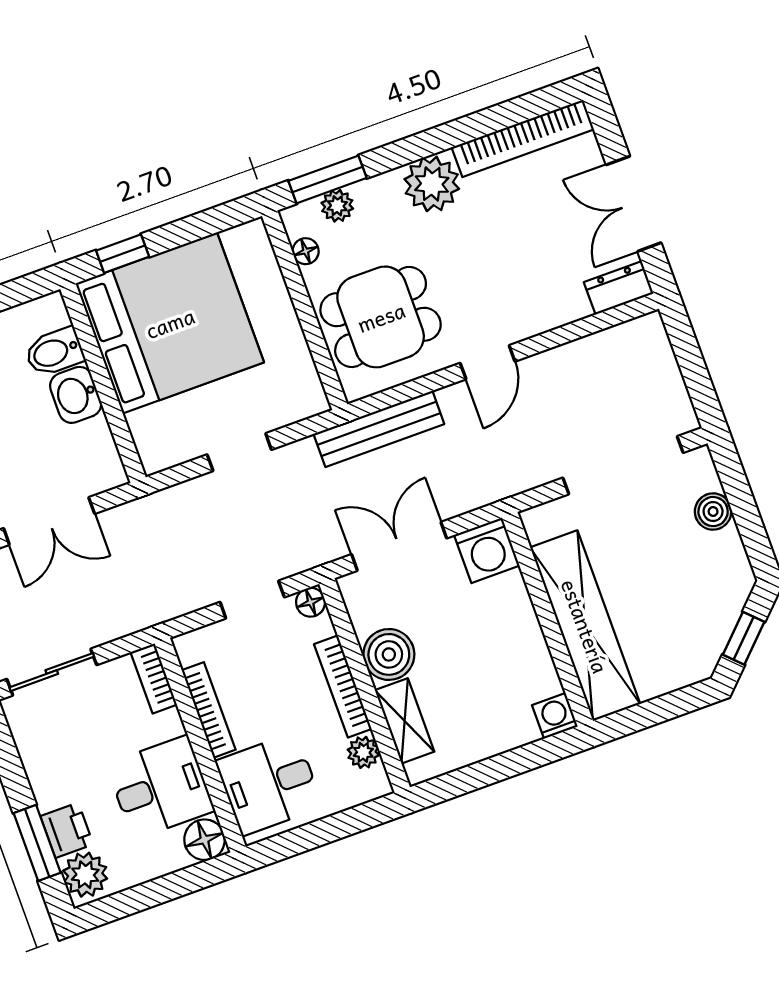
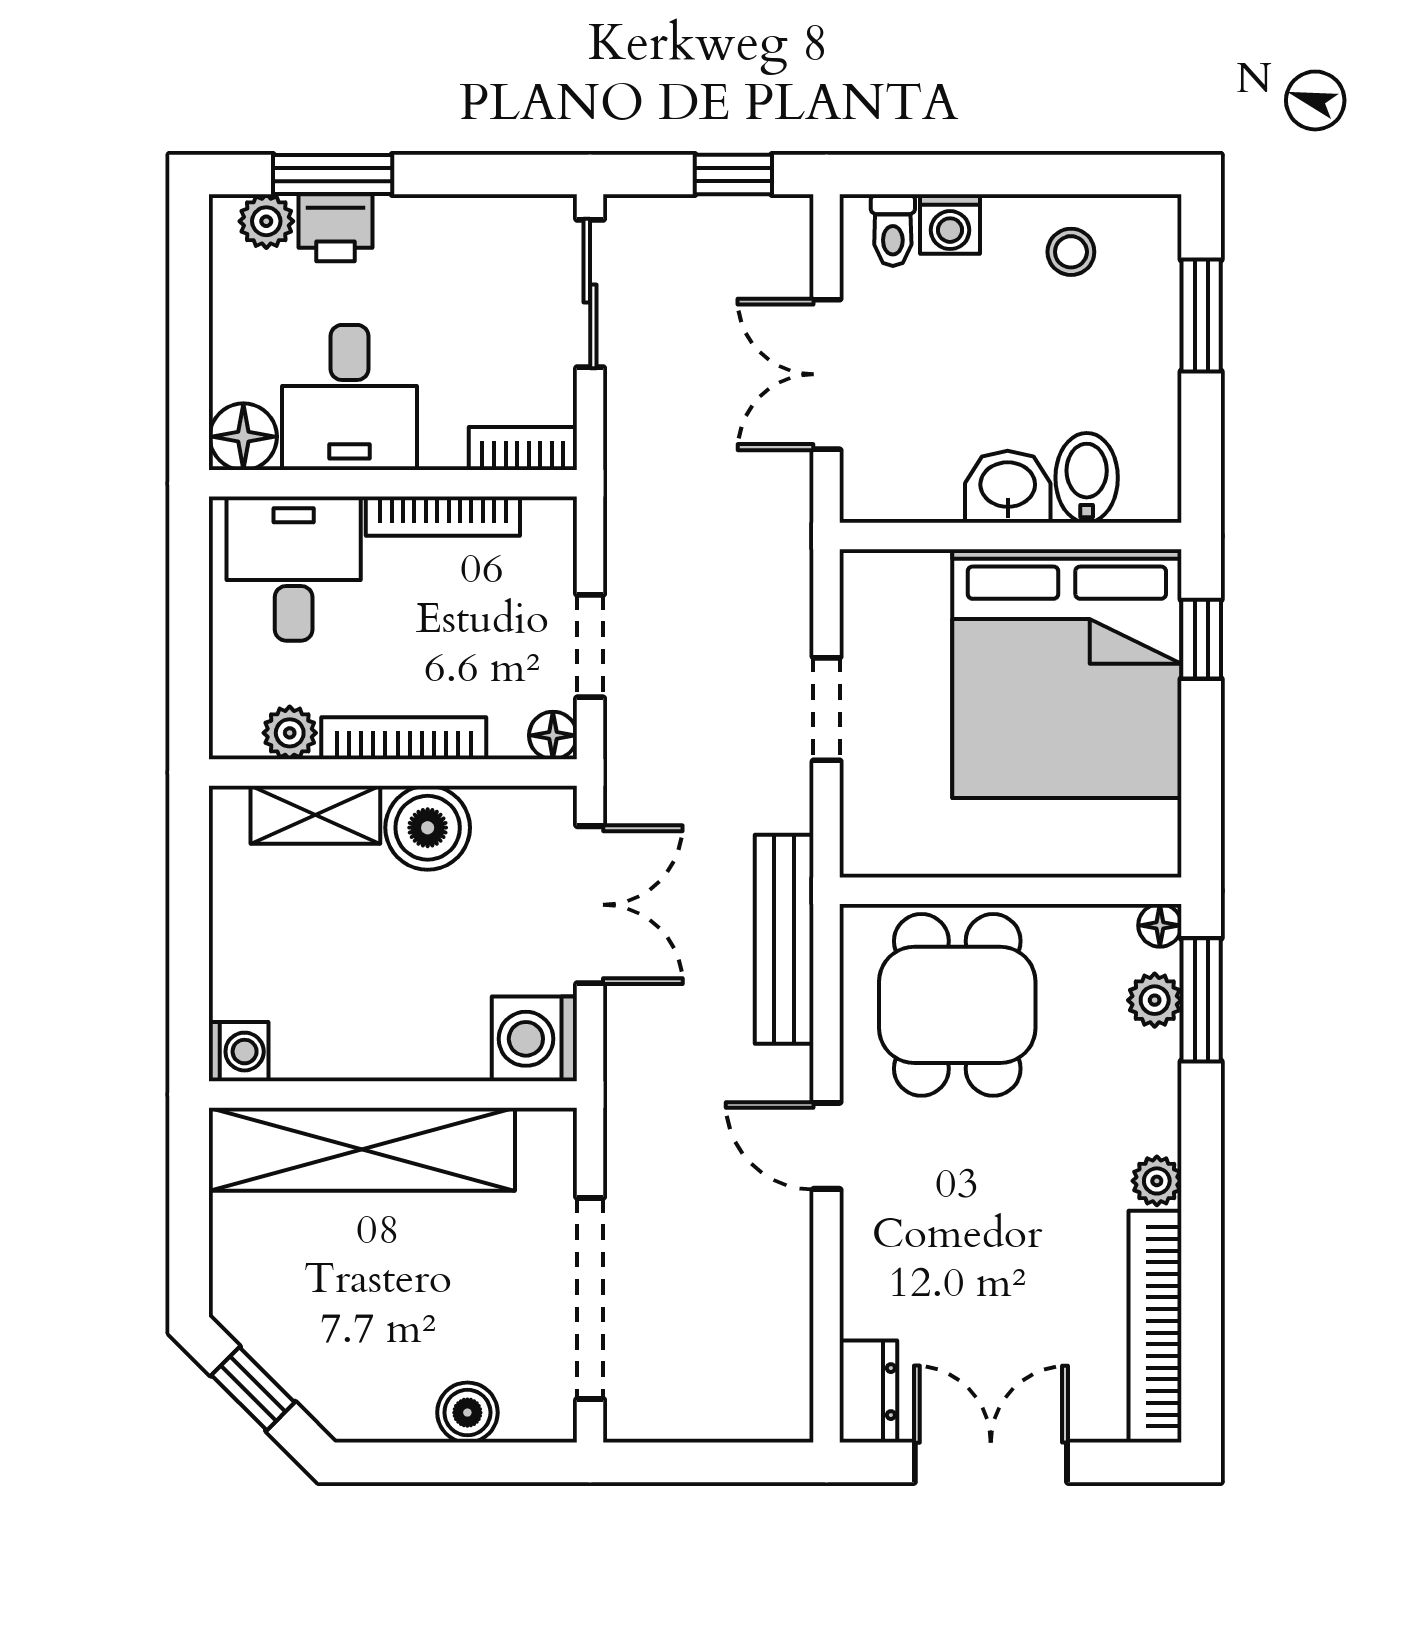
plant: (432, 184) -> (1157, 1181), width x0.53, depth x0.53
floor lamp: (306, 251) -> (1160, 925), moved
plant: (85, 875) -> (266, 221), width x0.73, depth x0.73

